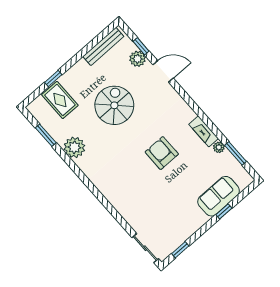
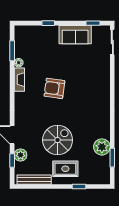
rug: (60, 100) -> (65, 169), moved, turned 90
spiral stairs: (114, 105) -> (58, 140), turned 180
plant: (74, 147) -> (102, 147), moved
armchair: (162, 153) -> (54, 88), turned 98
sofa: (219, 196) -> (75, 35), moved

